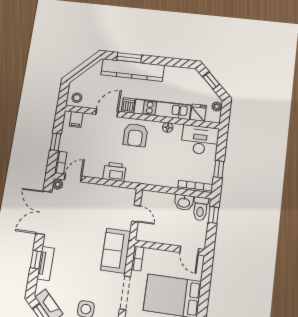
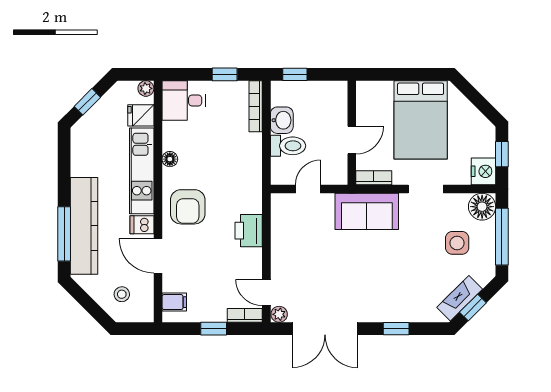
window: (129, 58) -> (64, 234), width x1.44
stool: (77, 98) -> (122, 294), moved
plant: (217, 107) -> (146, 88), moved
armchair: (135, 135) -> (188, 207), turned 90
desk: (200, 140) -> (184, 100), width x0.73
toilet: (200, 209) -> (288, 146), moved
door: (189, 250) -> (352, 140), moved
tv unit: (46, 264) -> (400, 313), removed
doorway: (125, 293) -> (426, 189), width x0.73

